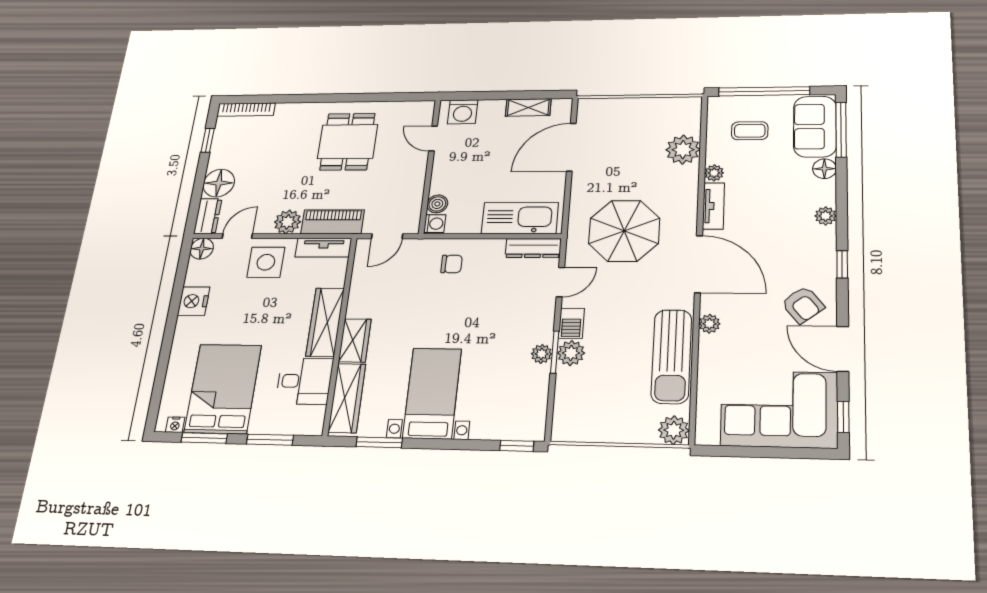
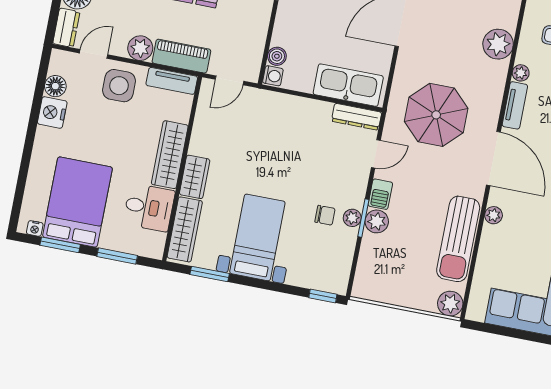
floor lamp: (202, 249) -> (55, 86), moved
chair: (451, 264) -> (325, 215), moved

